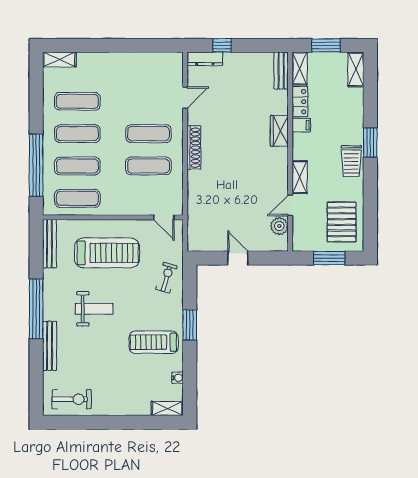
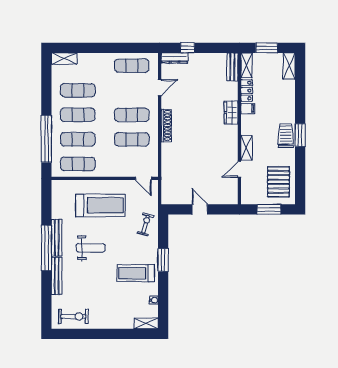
exercise mat: (148, 69) -> (132, 66), added
window: (370, 143) -> (300, 135), moved
trolley: (351, 161) -> (286, 136), turned 180
plant: (279, 226) -> (231, 185), removed
bench: (49, 244) -> (57, 238), moved

